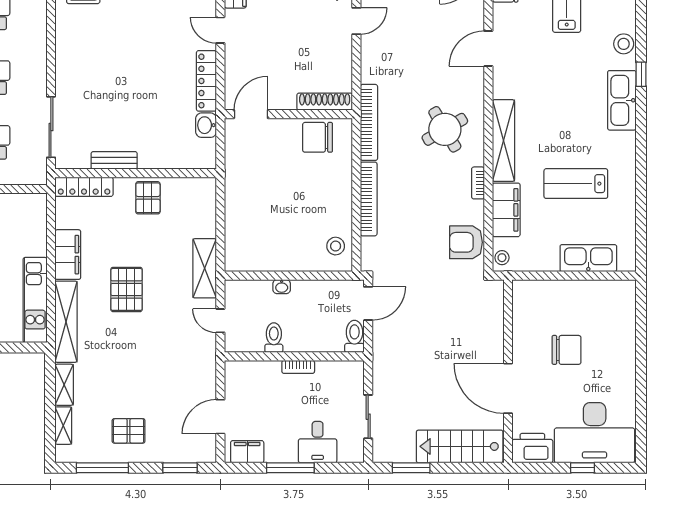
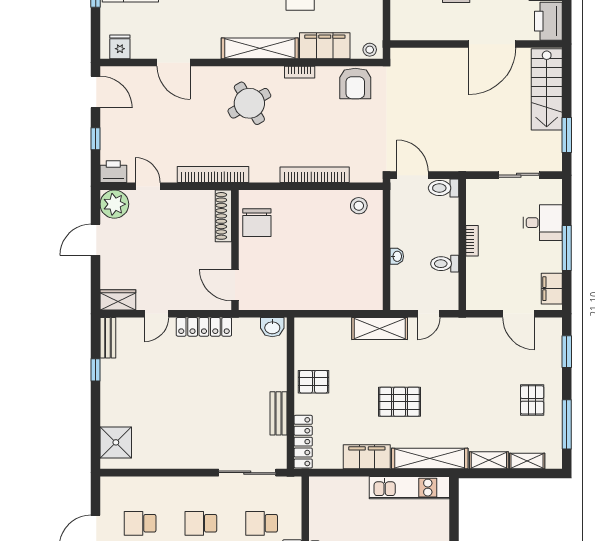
bookcase: (369, 122) -> (213, 174), moved
washbasin: (206, 125) -> (272, 327), moved

